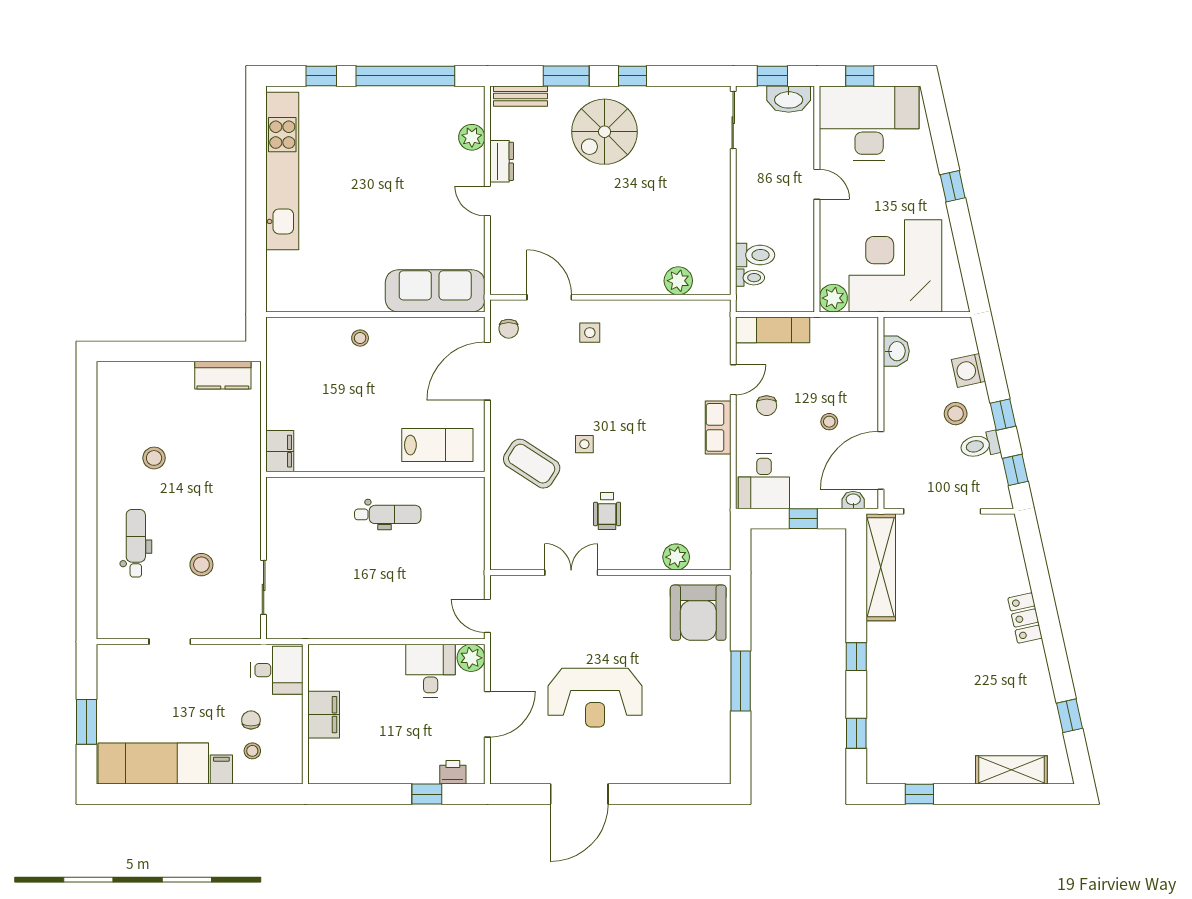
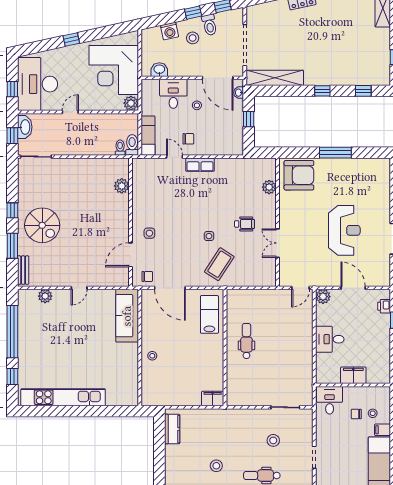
dresser: (502, 161) -> (58, 280), removed
toilet: (755, 255) -> (132, 145), moved
desk: (764, 481) -> (173, 94), moved, turned -90
desk: (431, 671) -> (330, 339), moved

